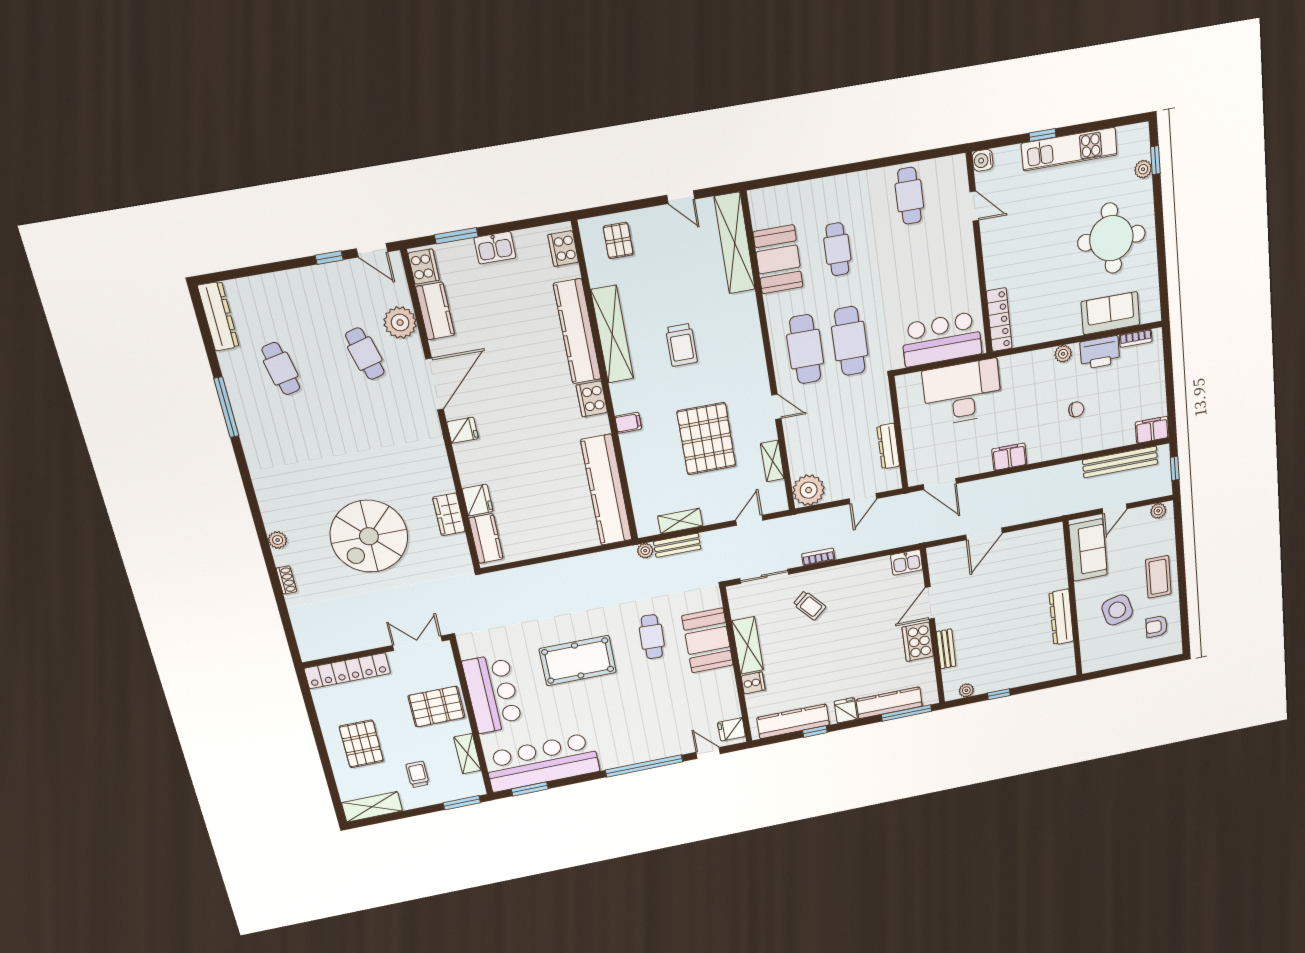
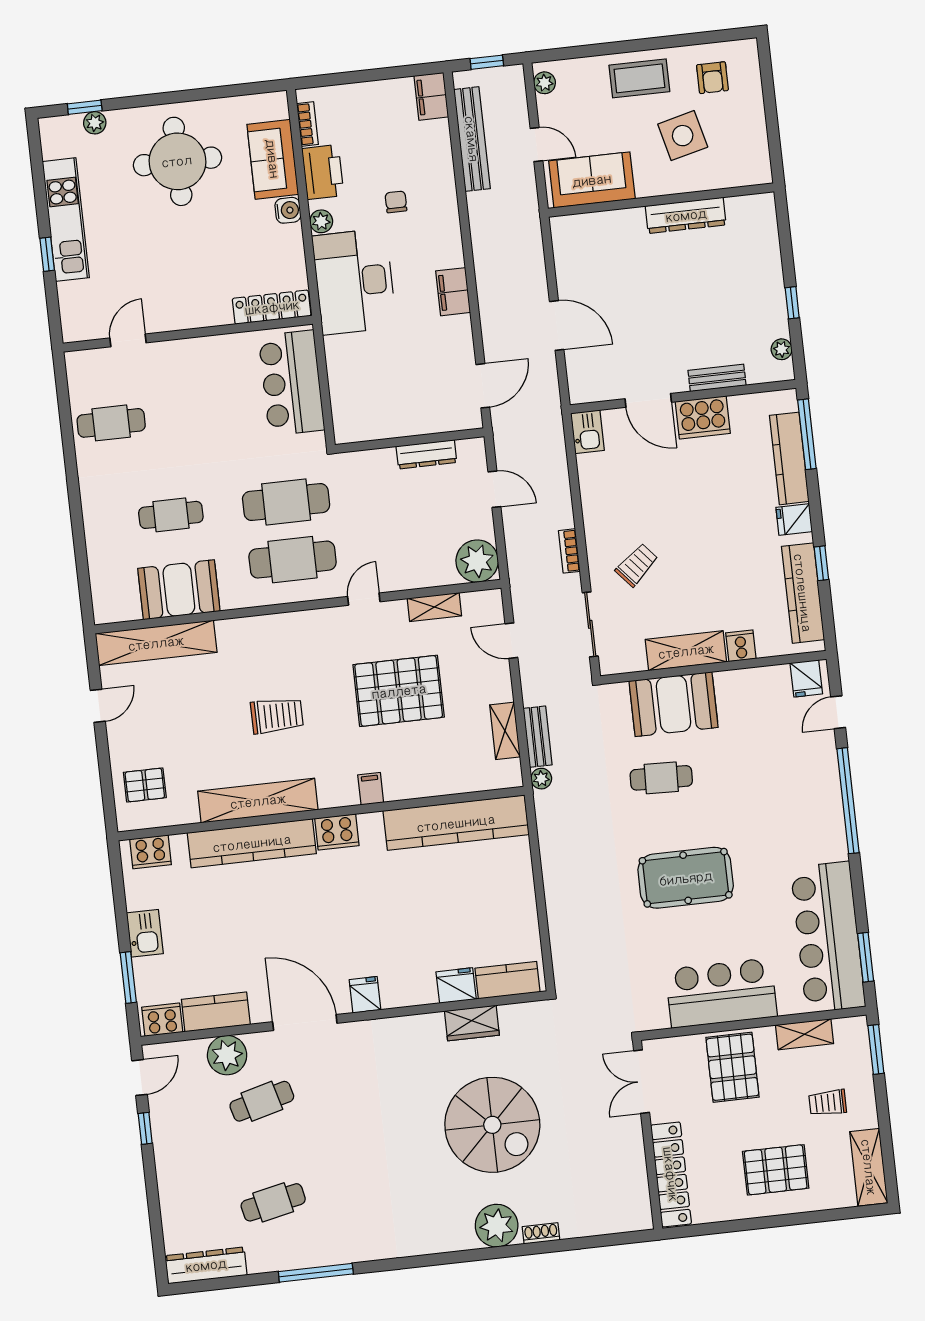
water cooler: (983, 160) -> (288, 210), moved, turned -90
desk: (962, 392) -> (354, 282), moved
plant: (278, 540) -> (497, 1226), width x1.87, depth x1.87
pool table: (578, 661) -> (686, 878), turned 90

